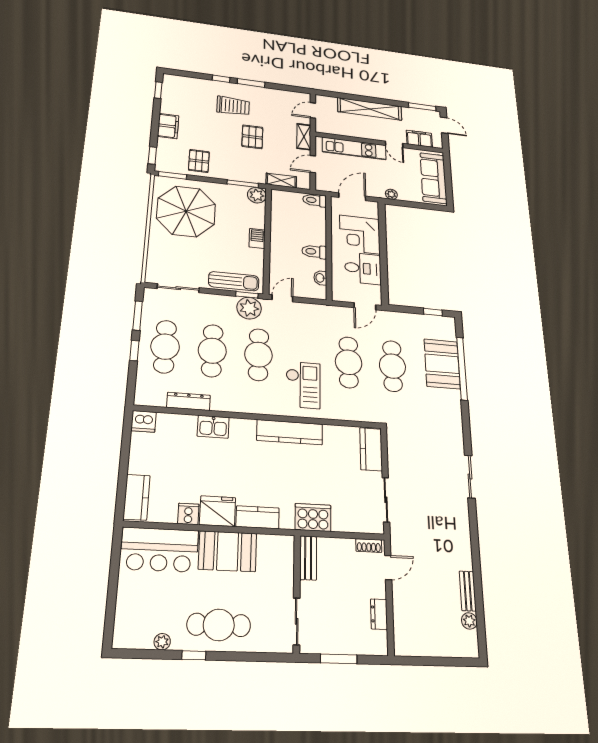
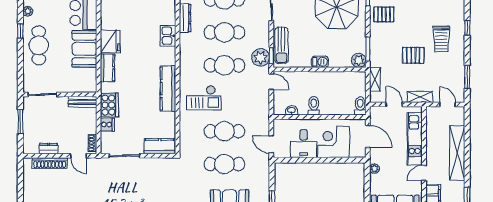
window: (251, 83) -> (467, 77), moved
cooker: (188, 514) -> (107, 125), moved
shoe rack: (400, 613) -> (50, 163), added

